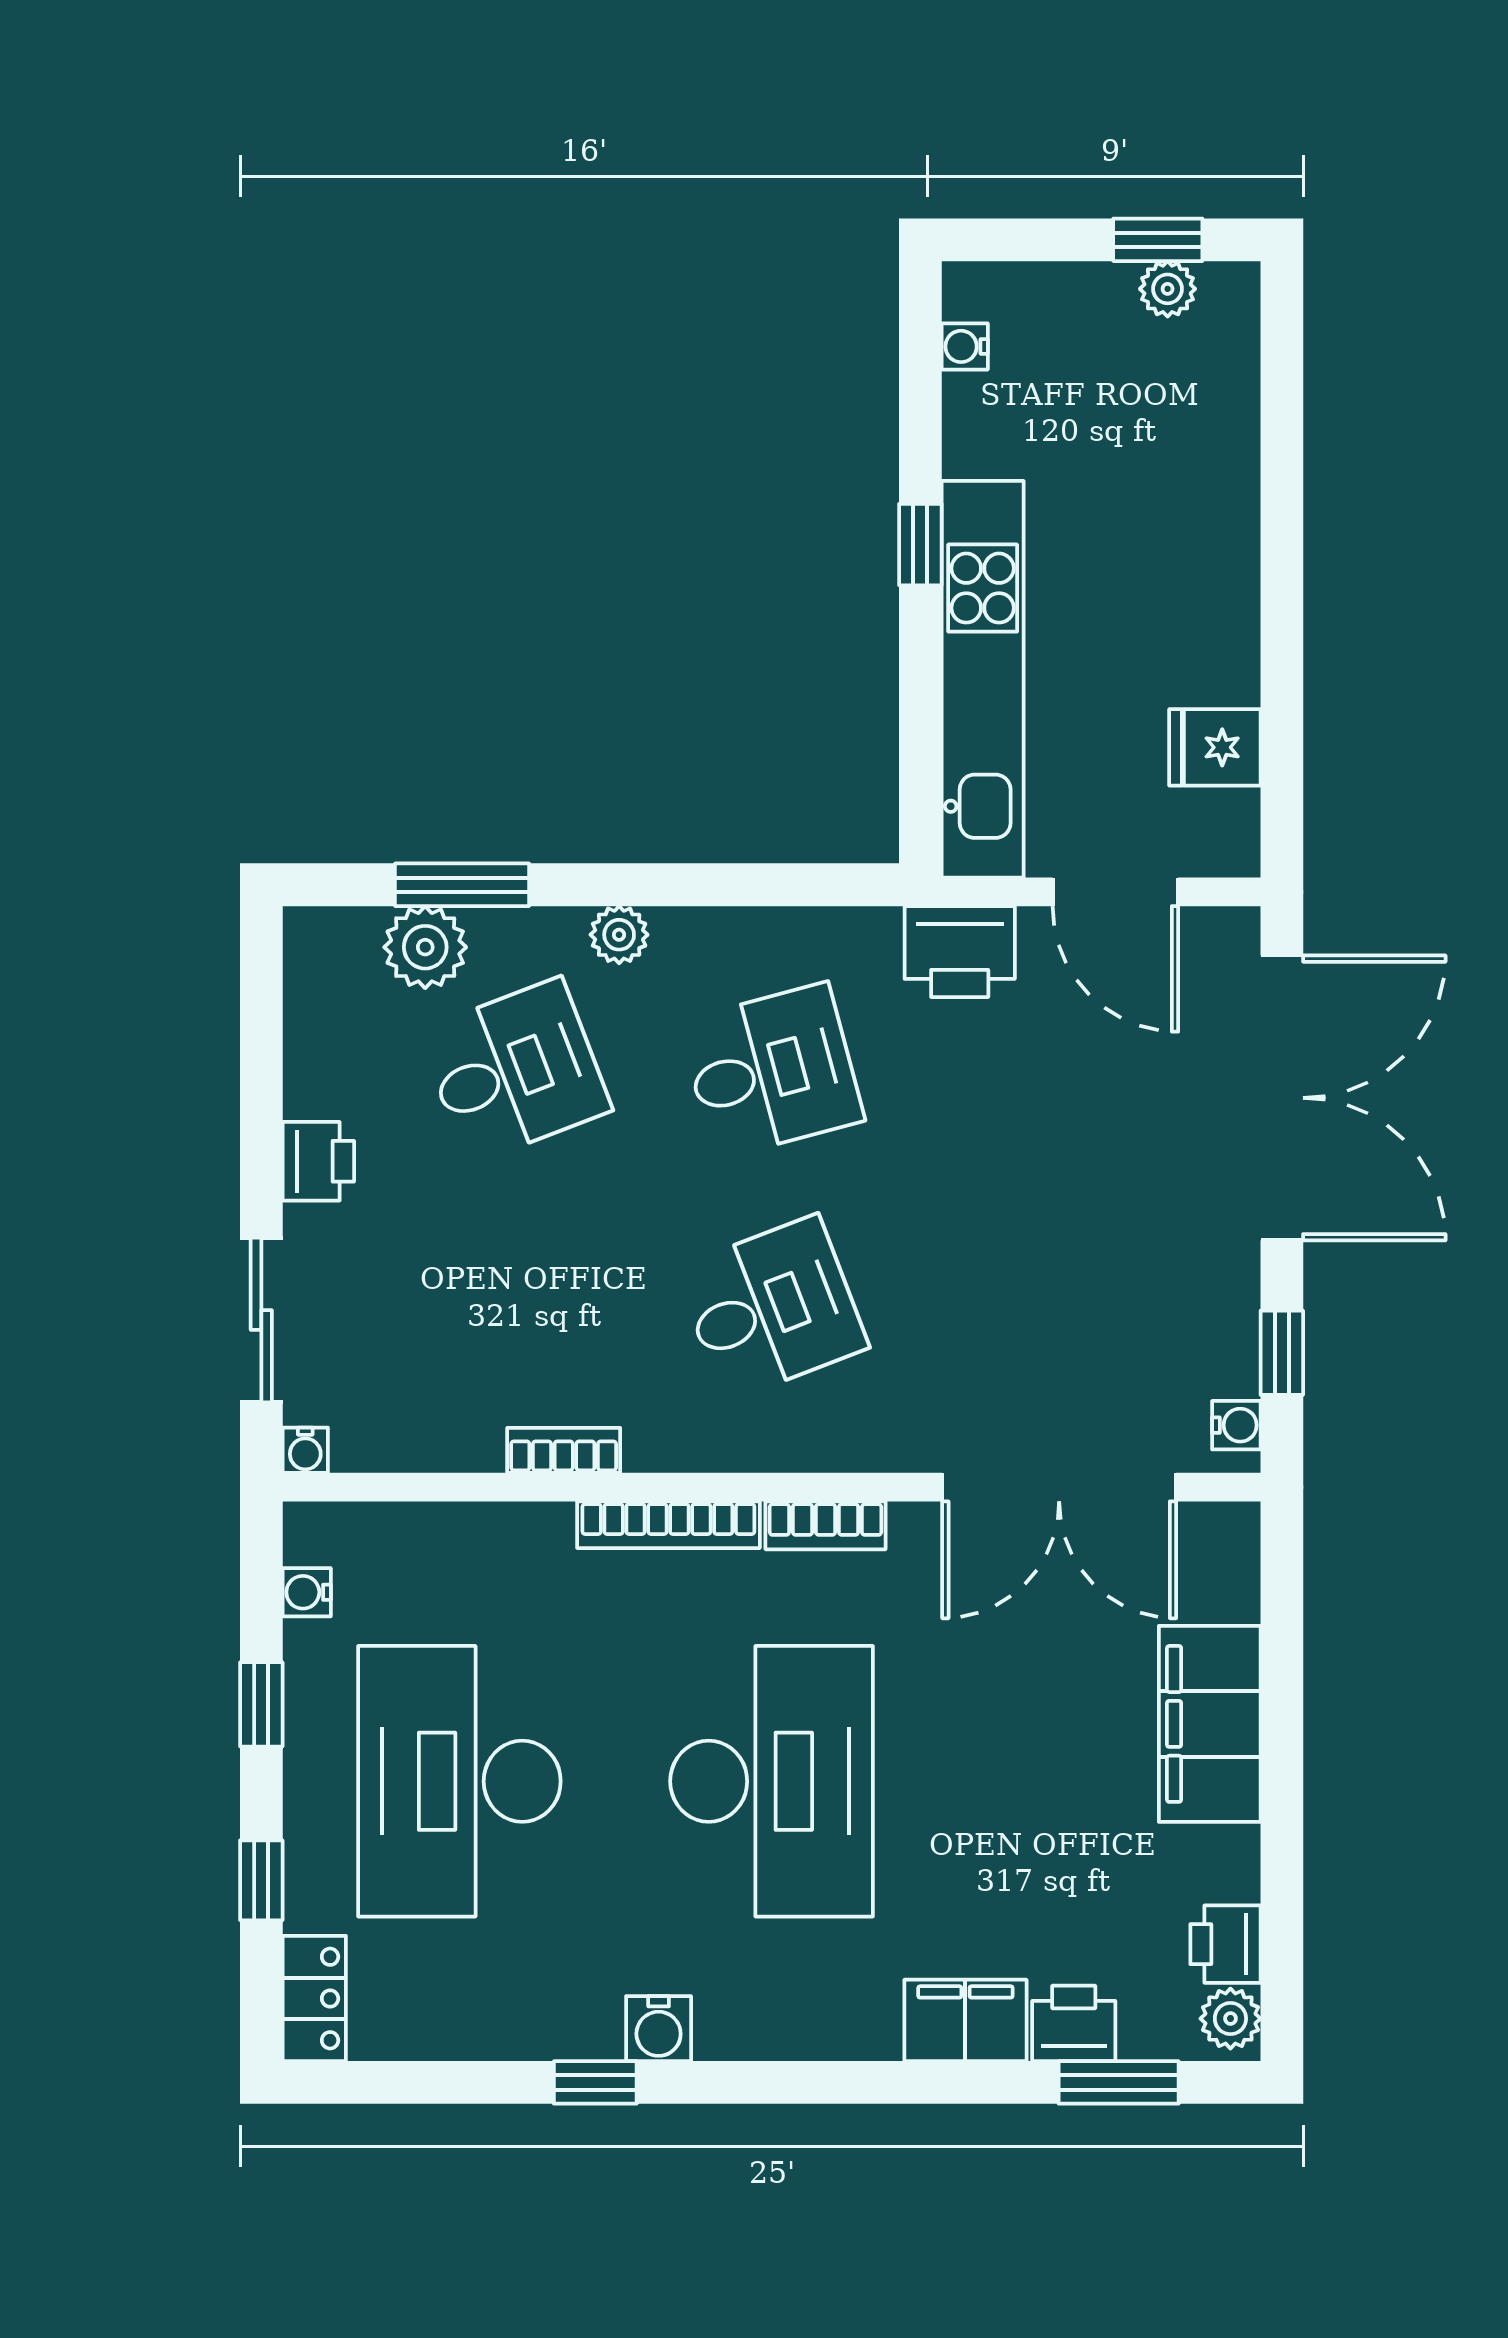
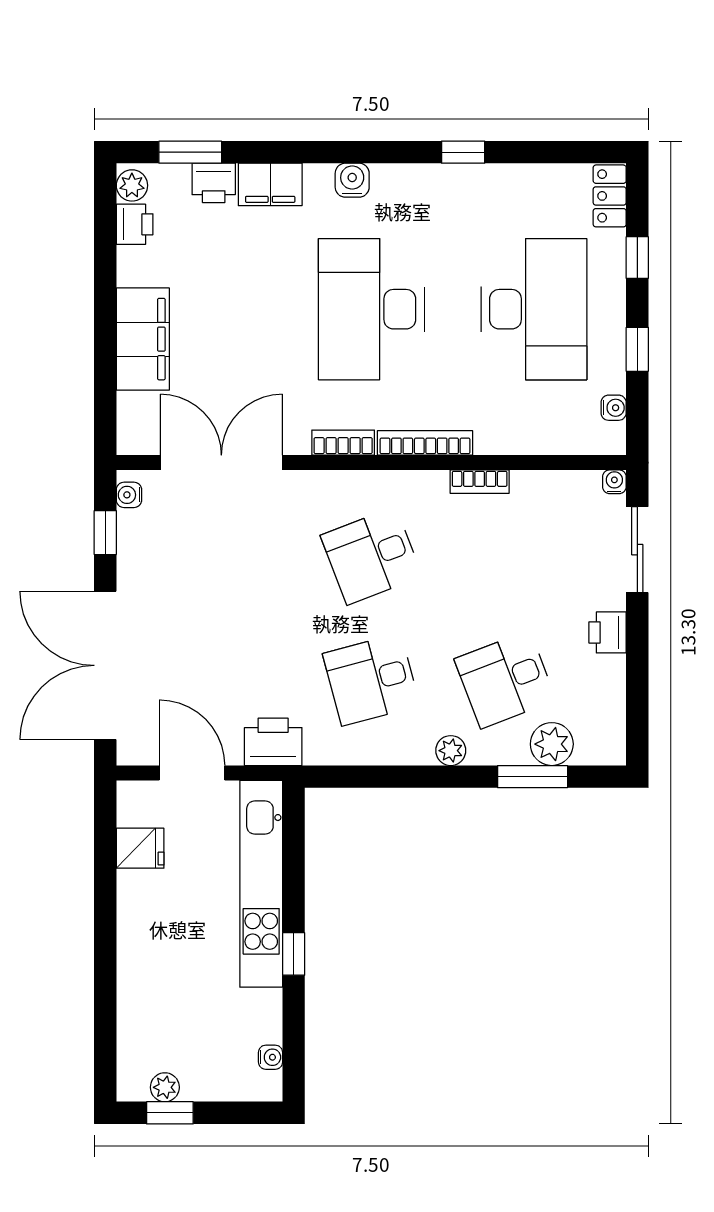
water cooler: (659, 2029) -> (352, 180), moved

